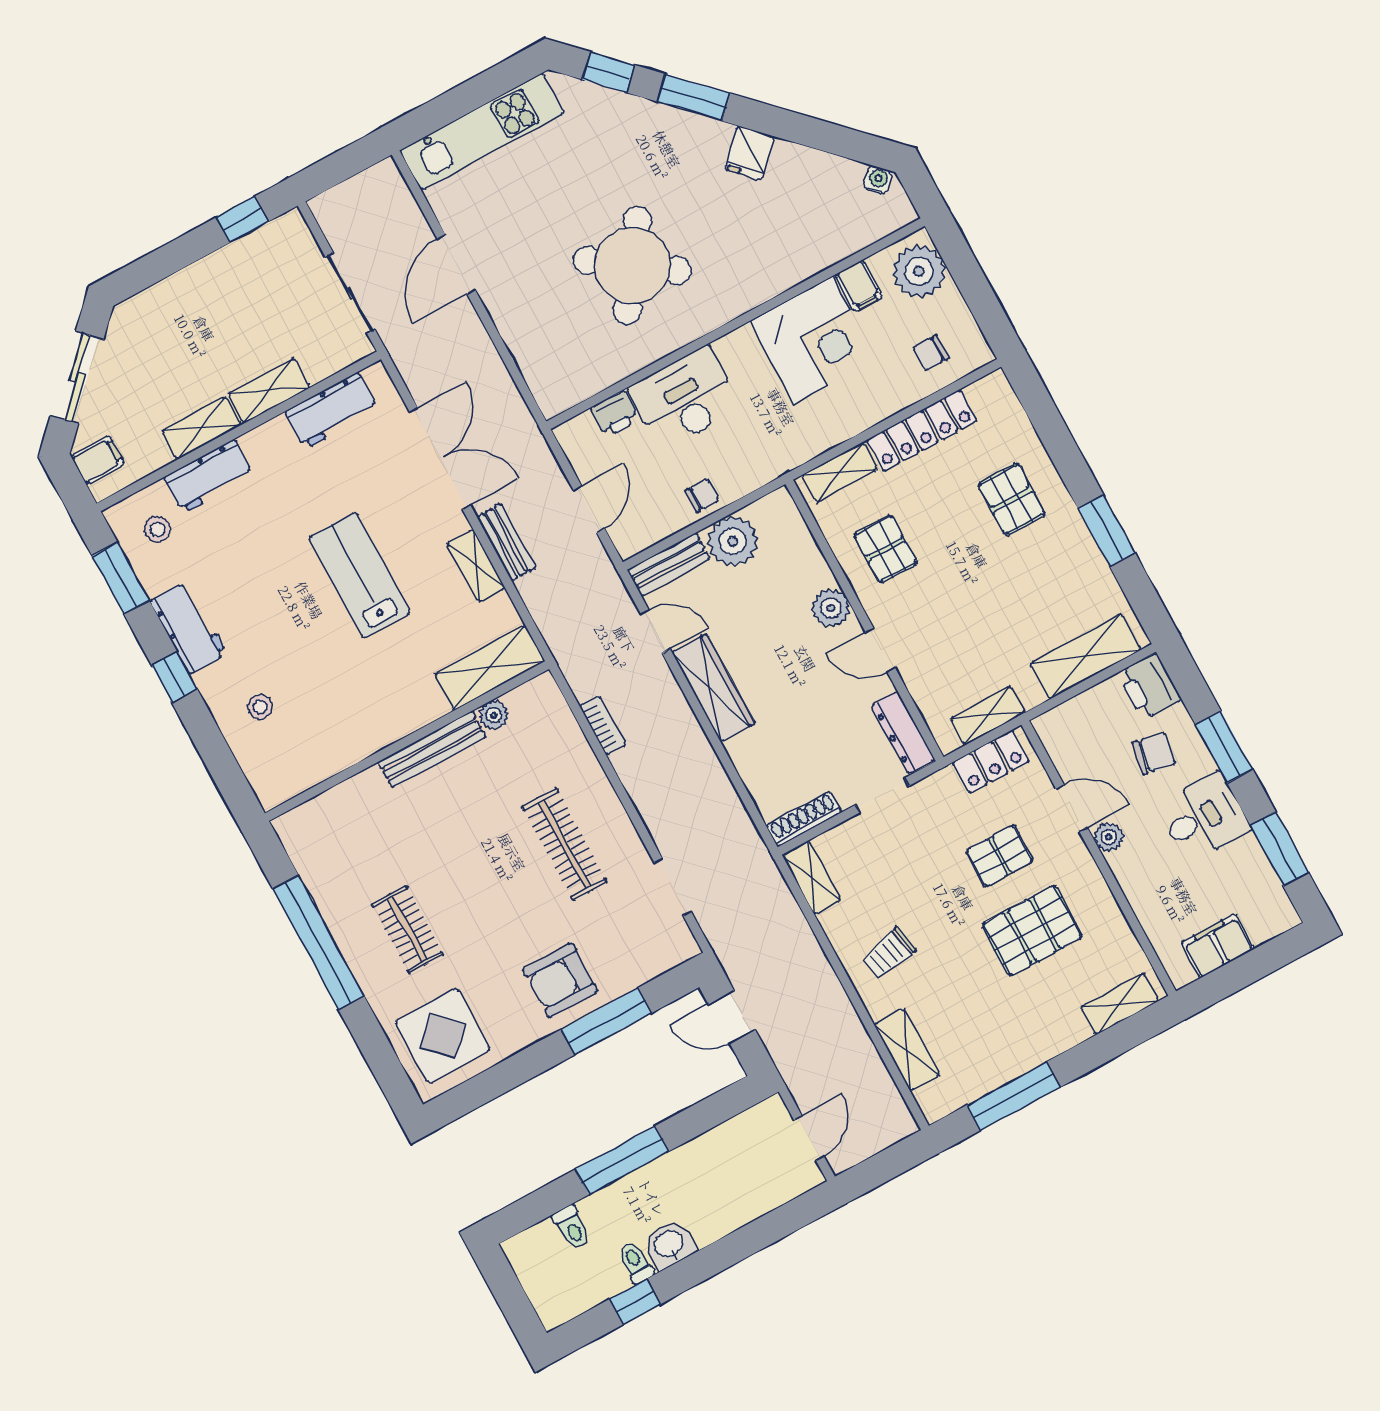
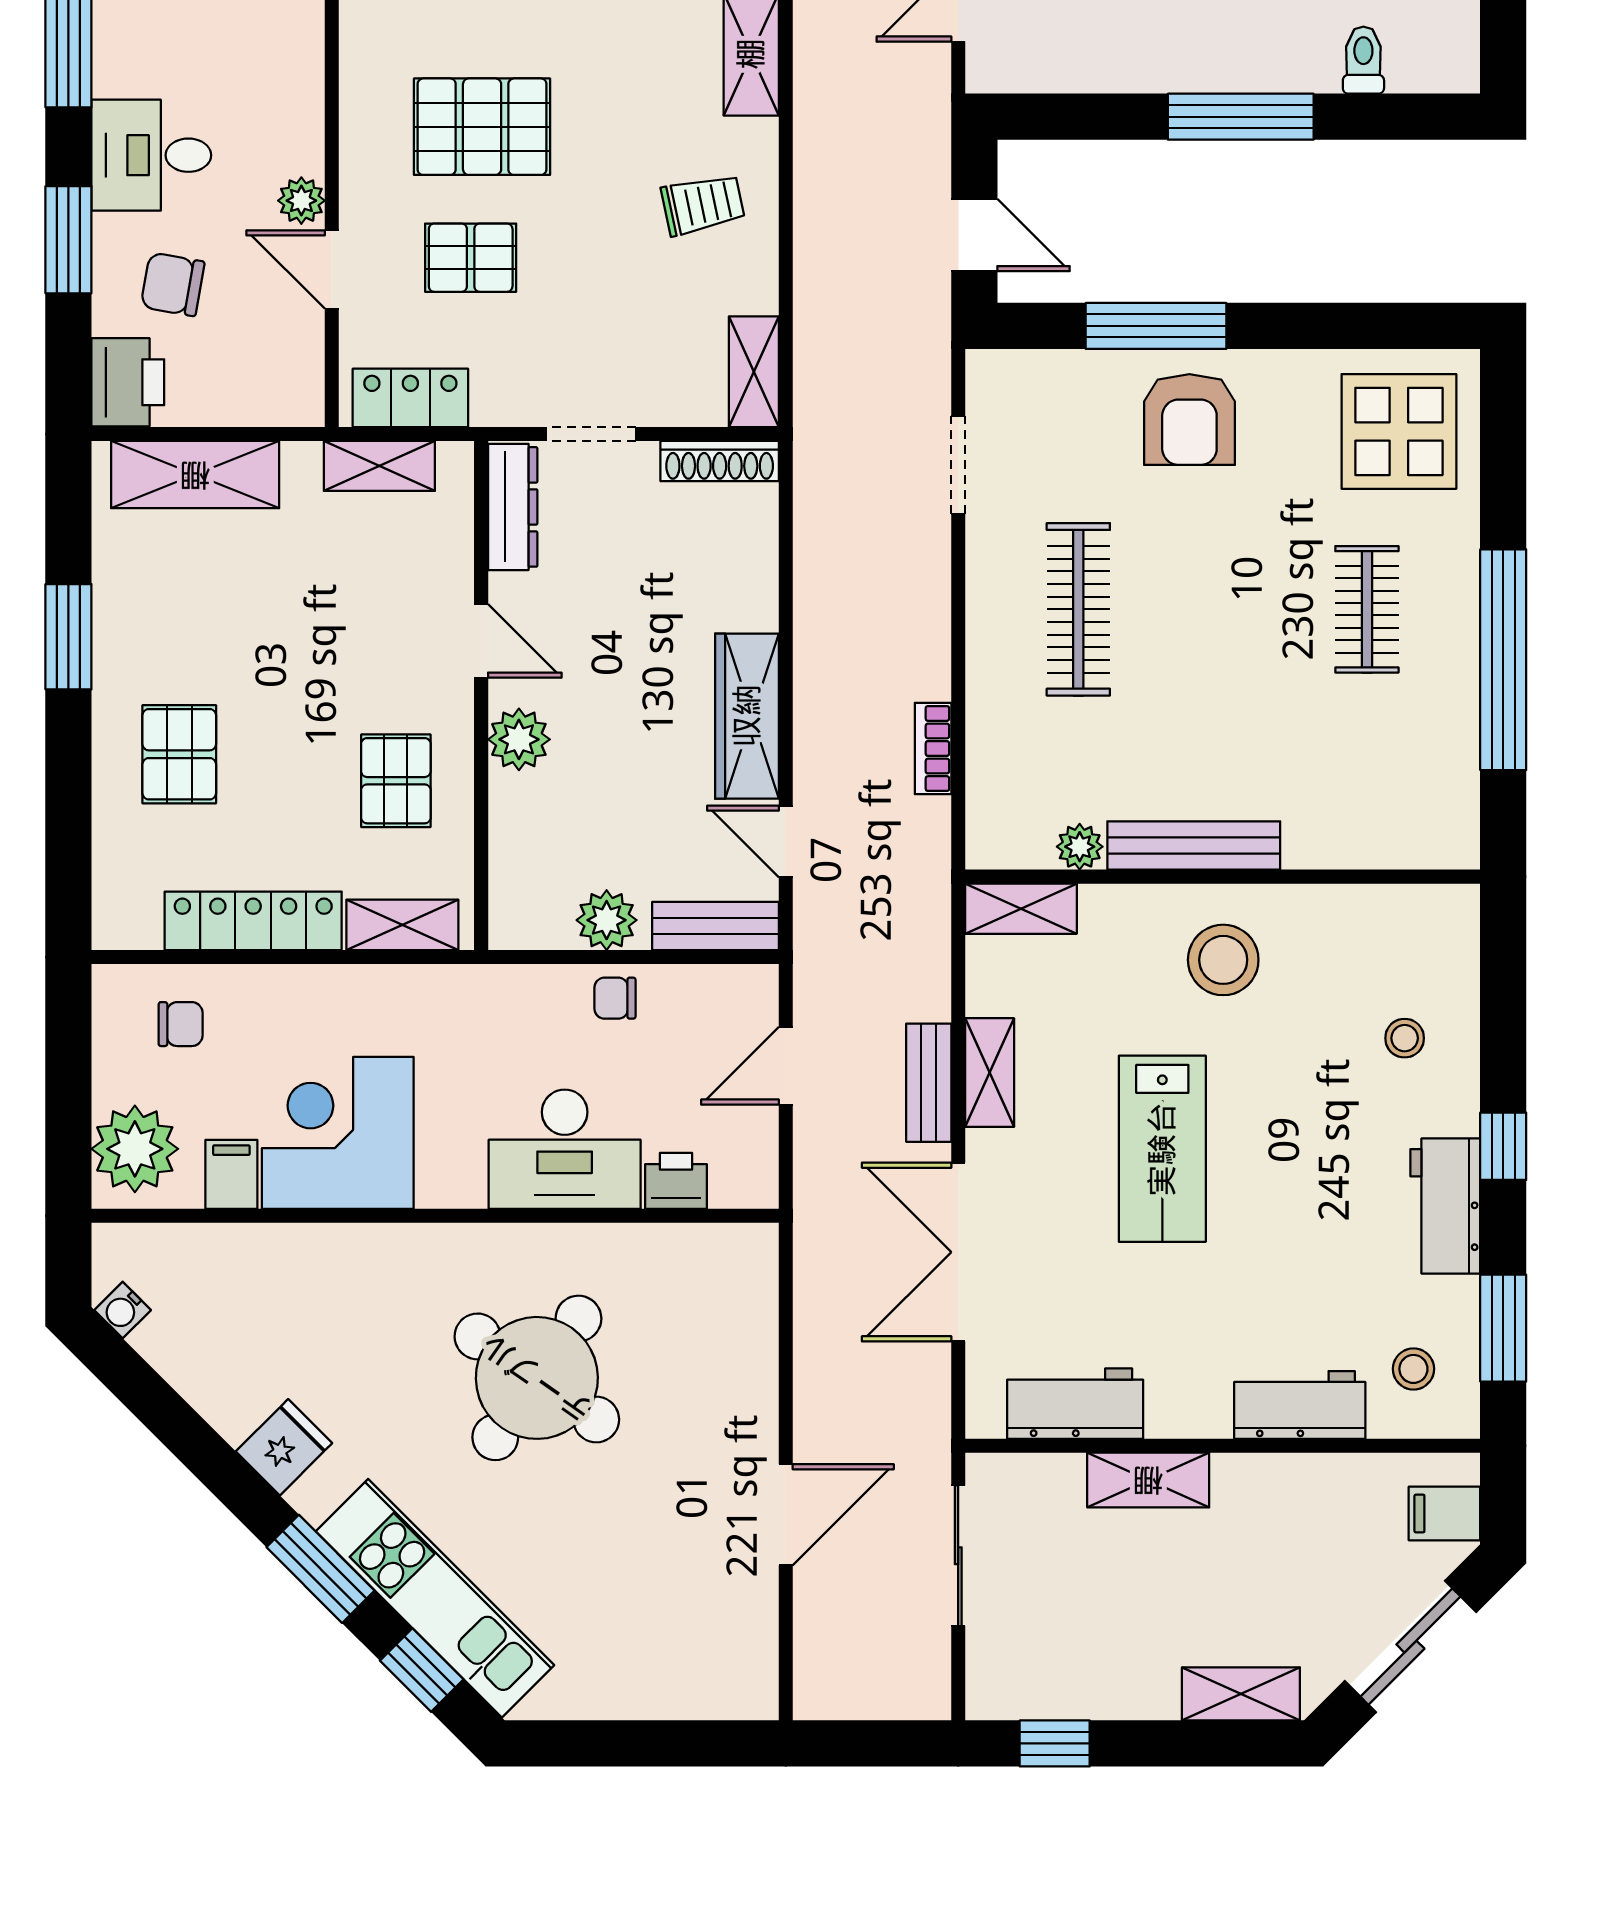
kitchen unit: (482, 132) -> (435, 1598), moved, turned 45
shelving: (201, 428) -> (1241, 1694), moved
plant: (733, 541) -> (607, 920), width x0.73, depth x0.73
shelving: (490, 668) -> (1021, 909), width x0.67, depth x0.75
stool: (382, 696) -> (1223, 960), added
armchair: (560, 980) -> (1189, 420), turned 90

